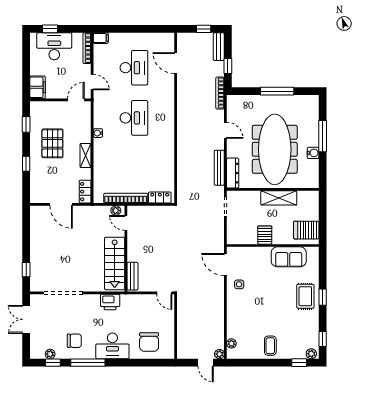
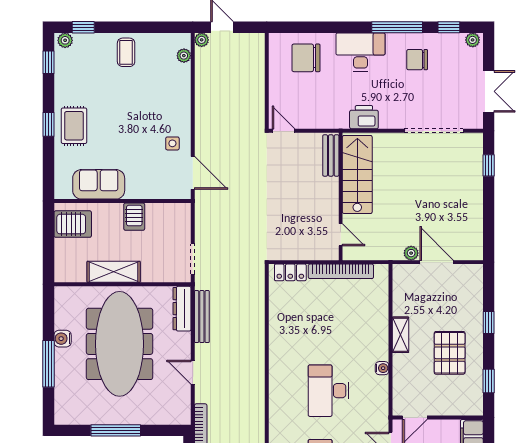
locker: (85, 192) -> (401, 281), removed
plant: (116, 211) -> (411, 253), moved
chair: (149, 342) -> (306, 58), turned -90
plant: (50, 354) -> (473, 40), moved

